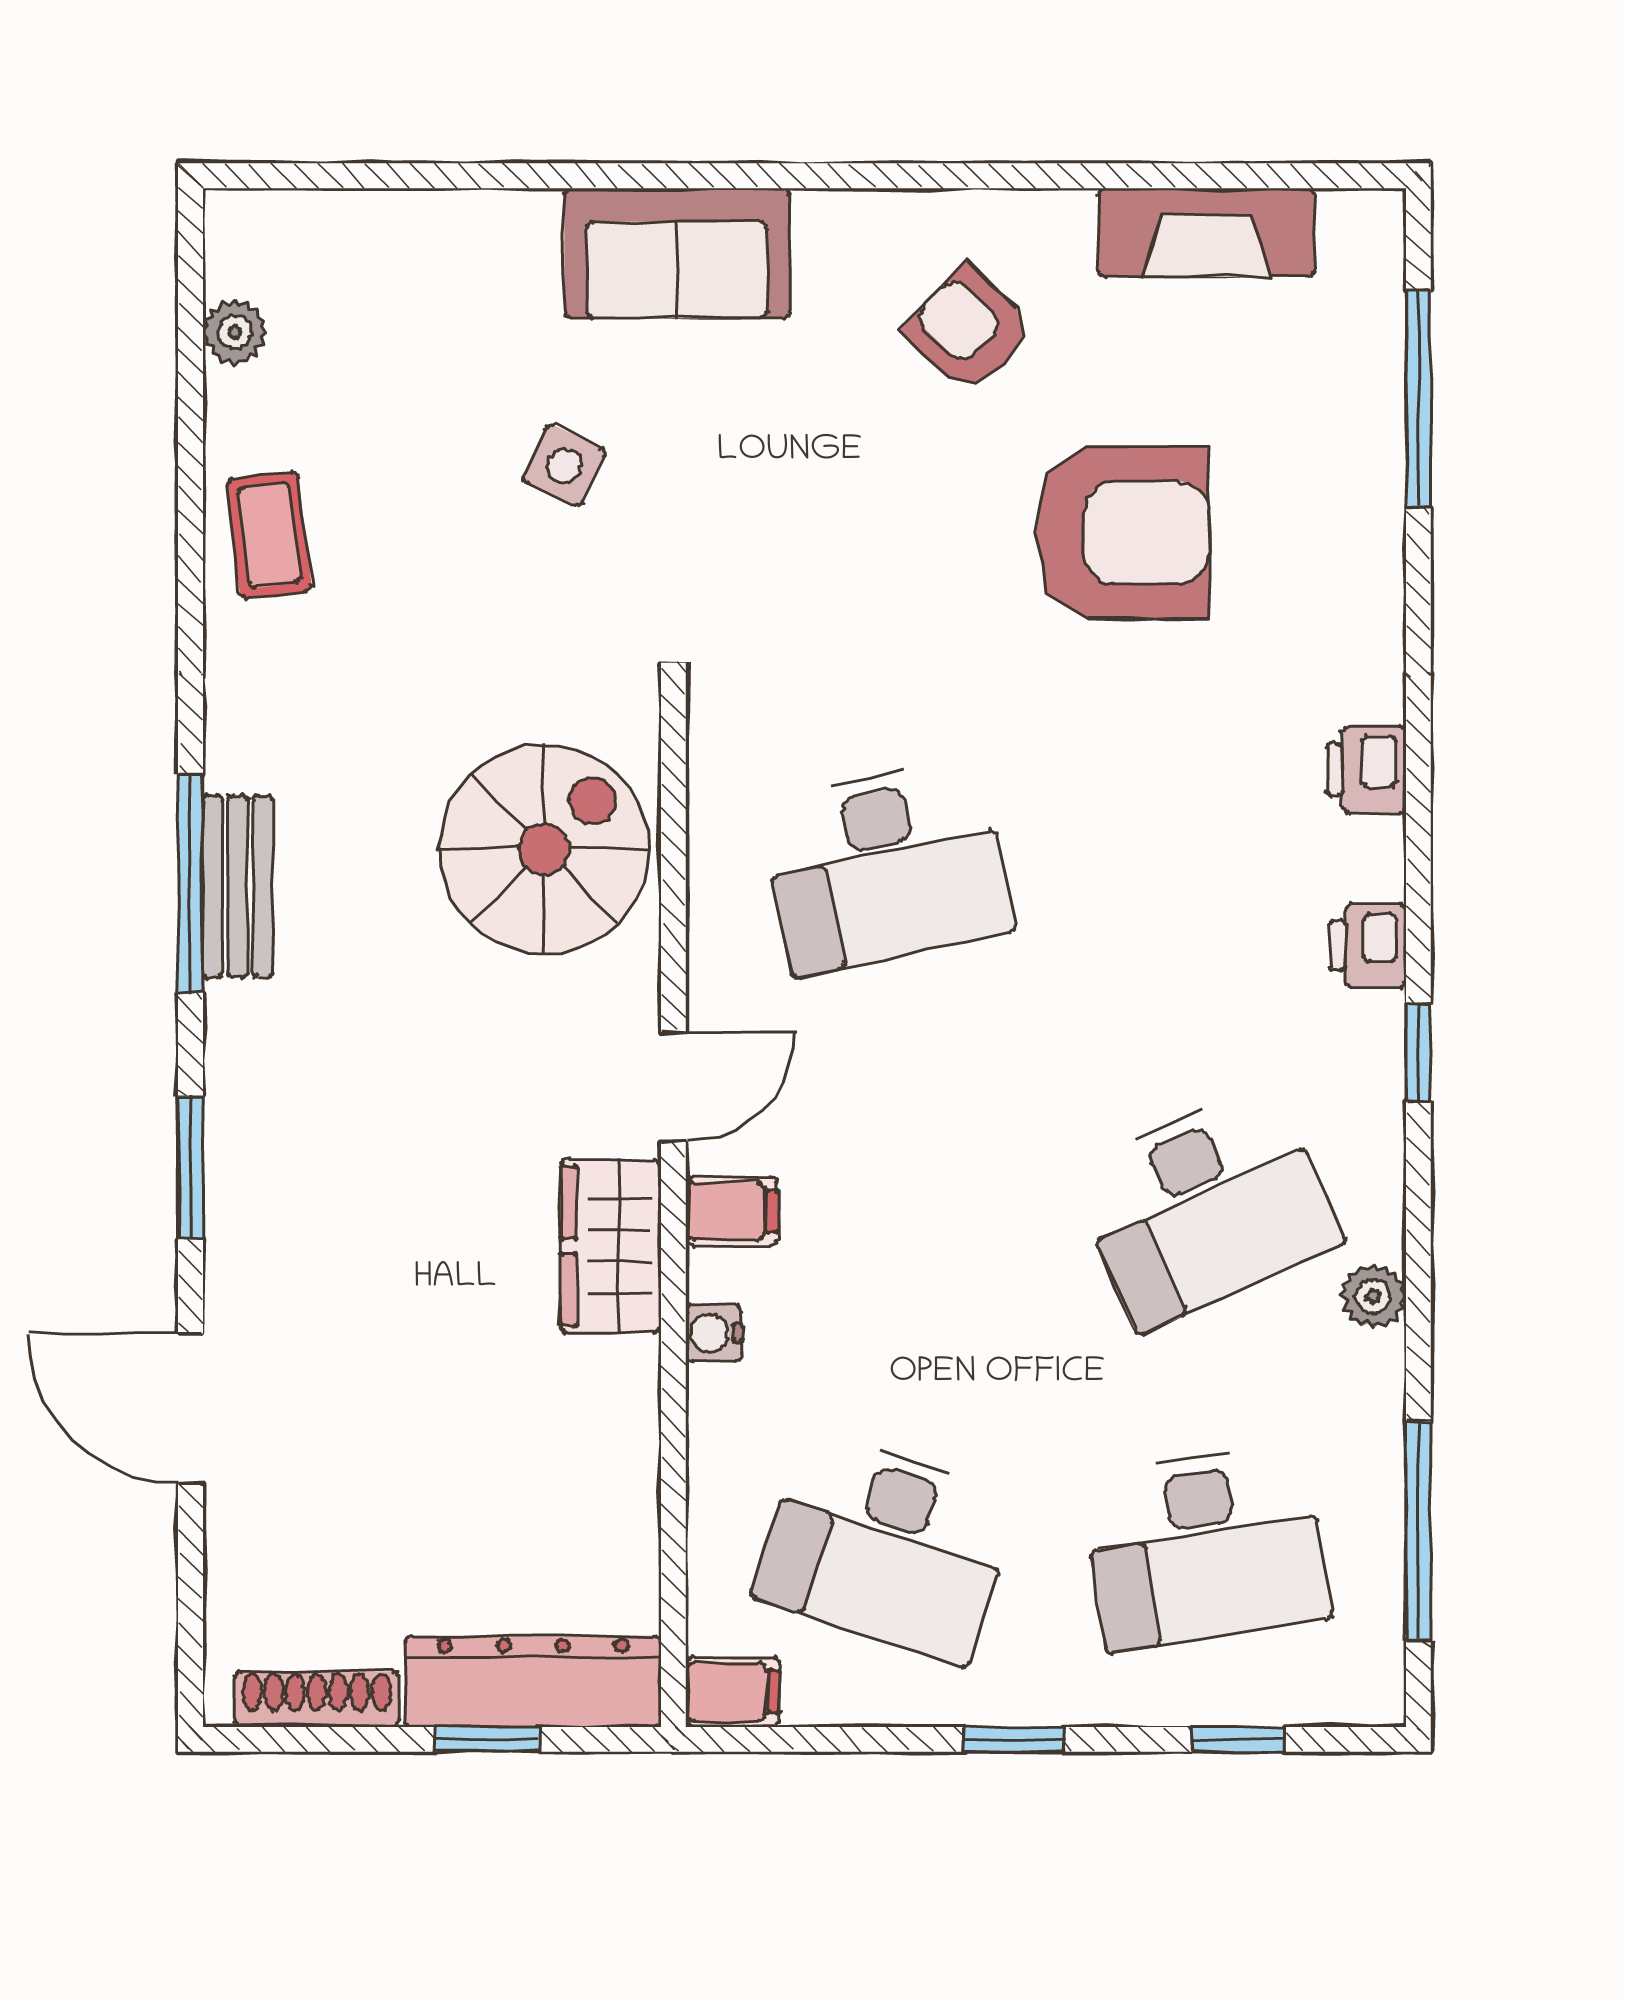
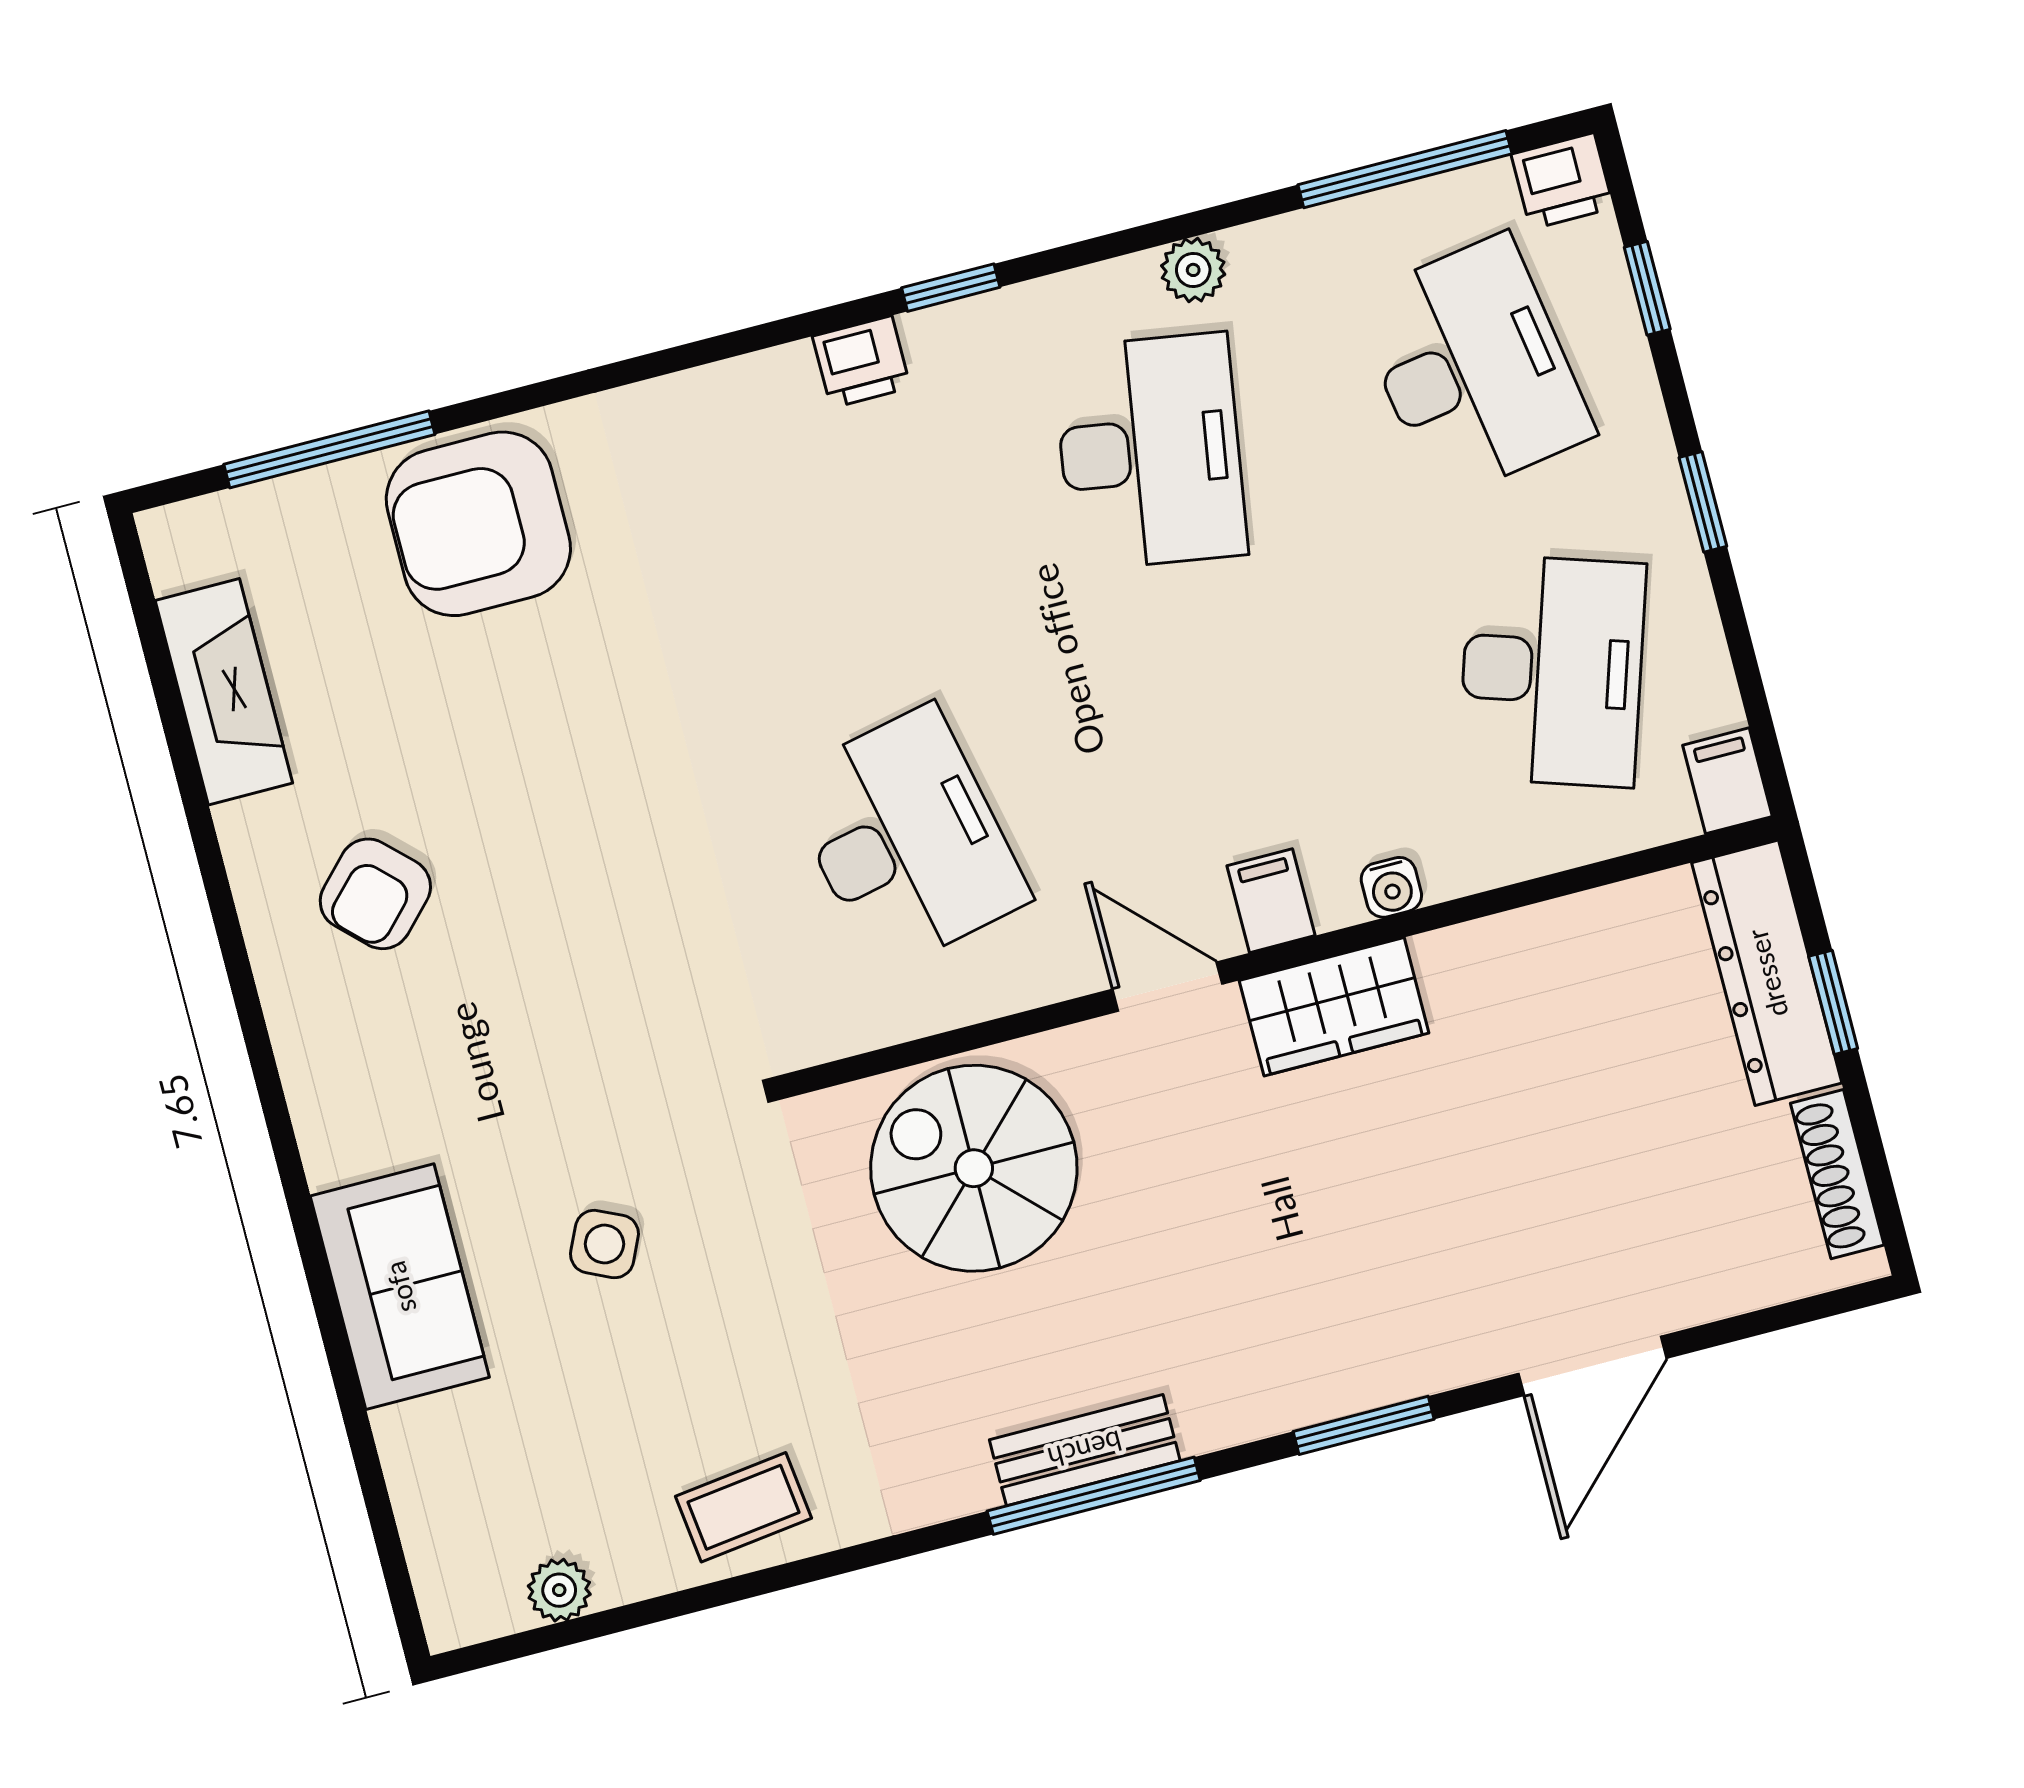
sofa: (677, 253) -> (400, 1287), moved
armchair: (1122, 533) -> (478, 524), moved, turned -90
printer: (1366, 769) -> (1562, 181), moved
desk: (1206, 1207) -> (1150, 451), turned 33

